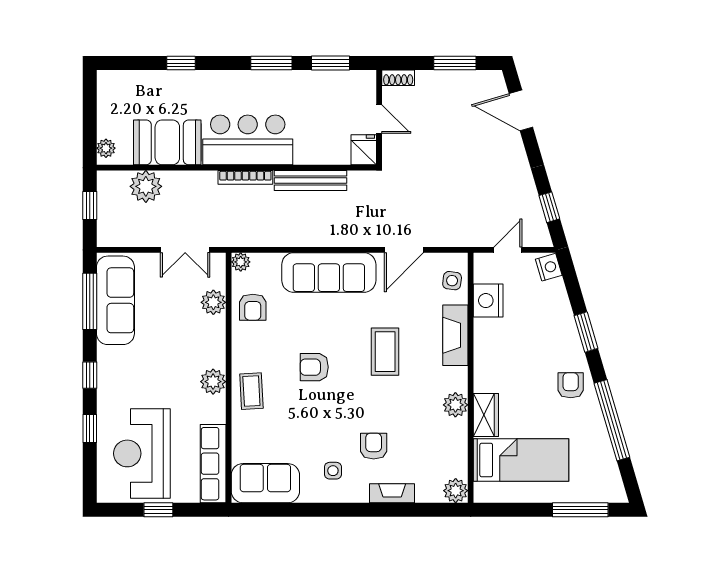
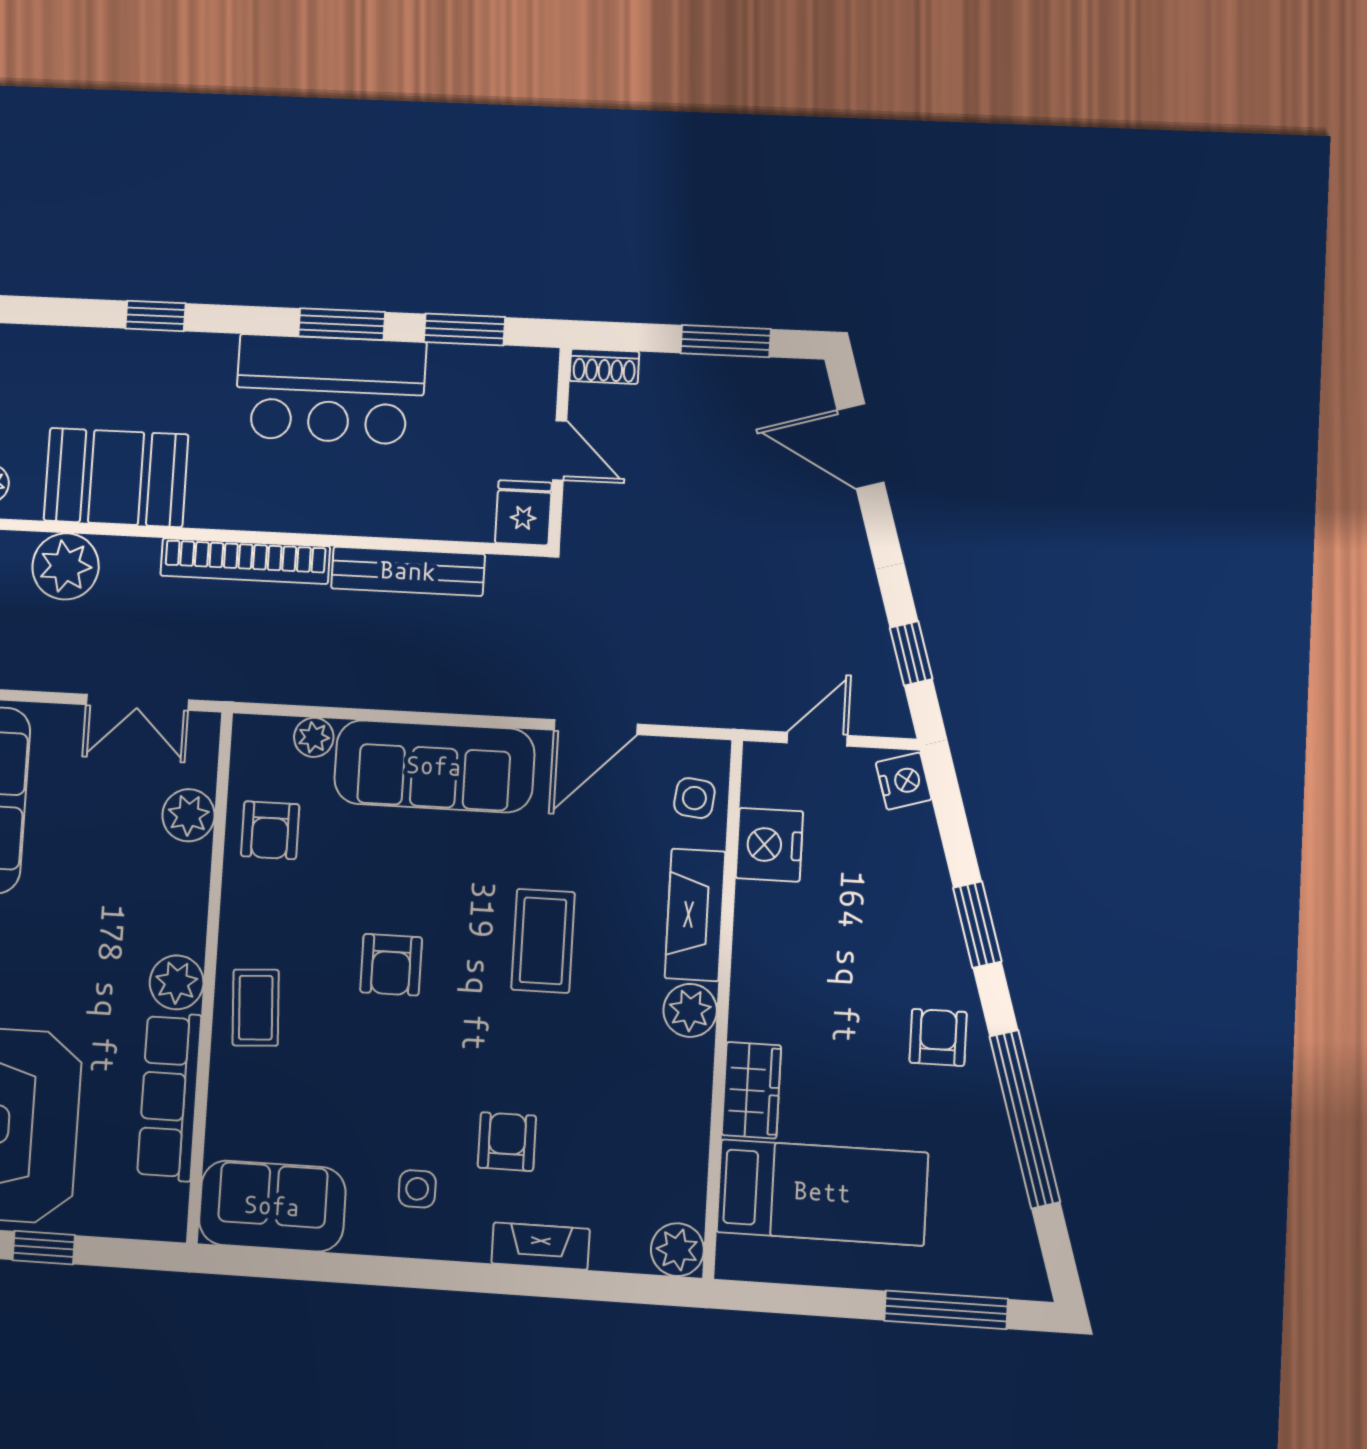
bar counter: (248, 140) -> (330, 389), moved, turned 180
bookcase: (245, 177) -> (245, 561), width x1.48, depth x1.31
plant: (241, 262) -> (314, 737), moved
armchair: (314, 367) -> (391, 965), turned -90
plant: (455, 405) -> (690, 1010), moved
row of seats: (213, 464) -> (169, 1097), moved

